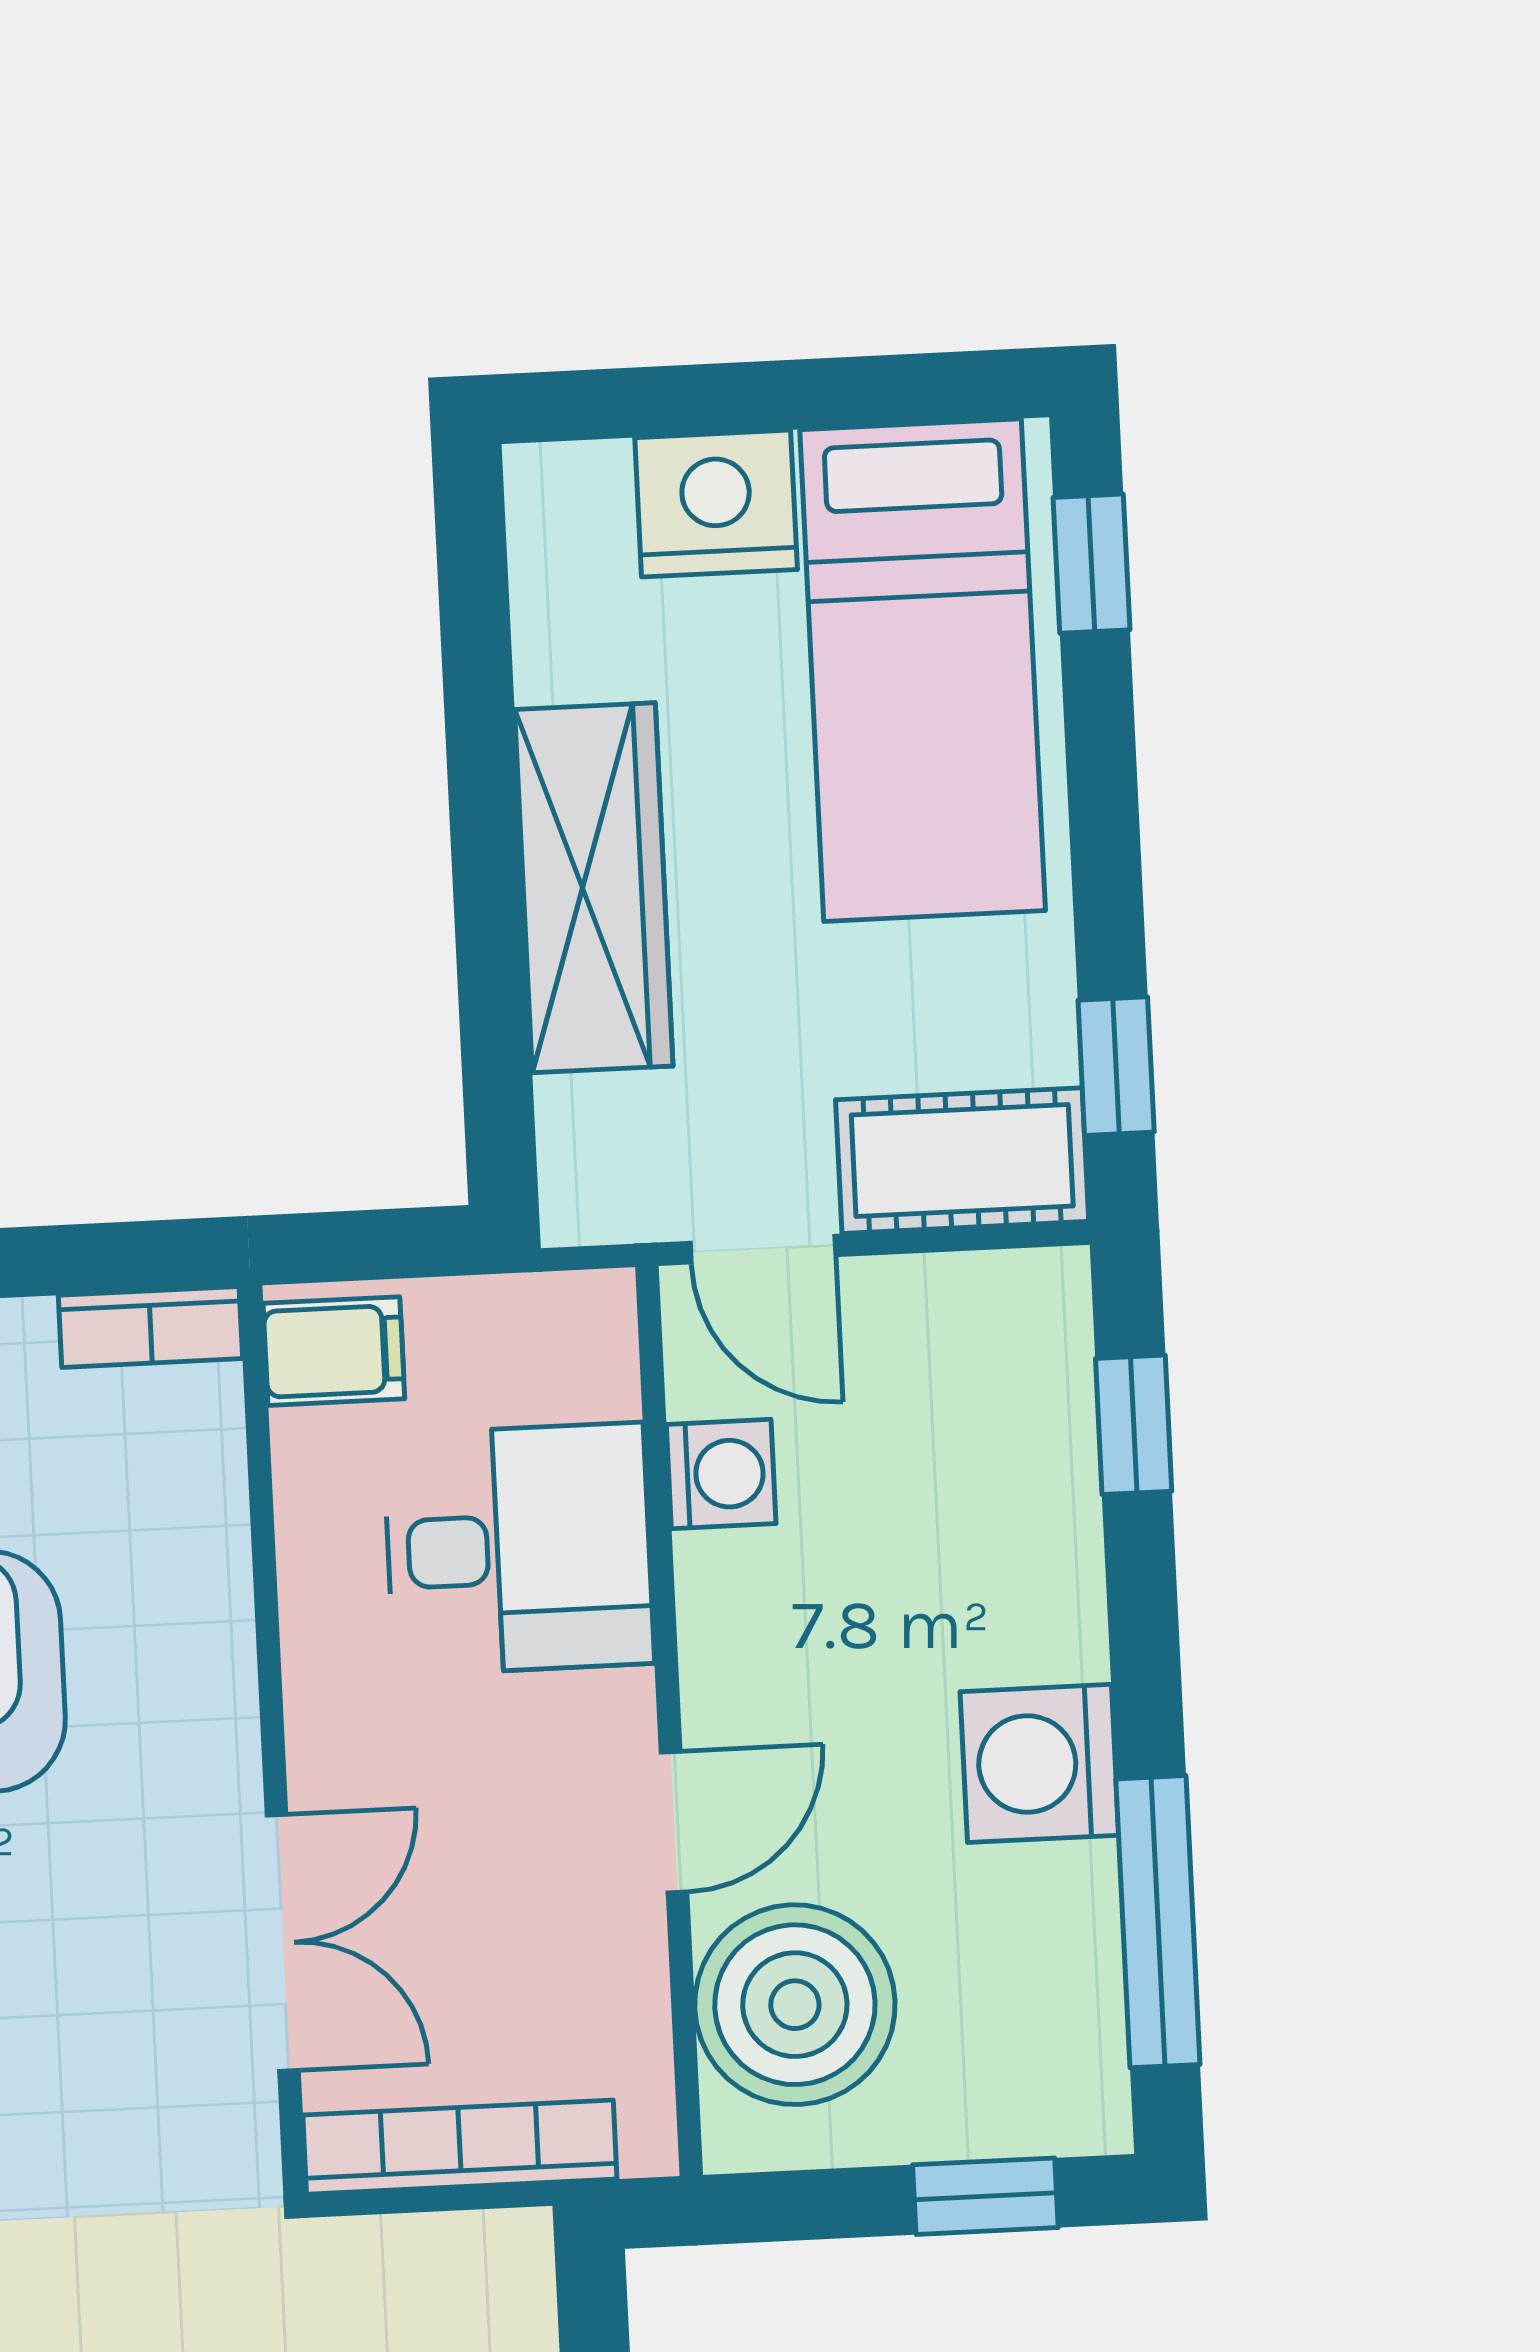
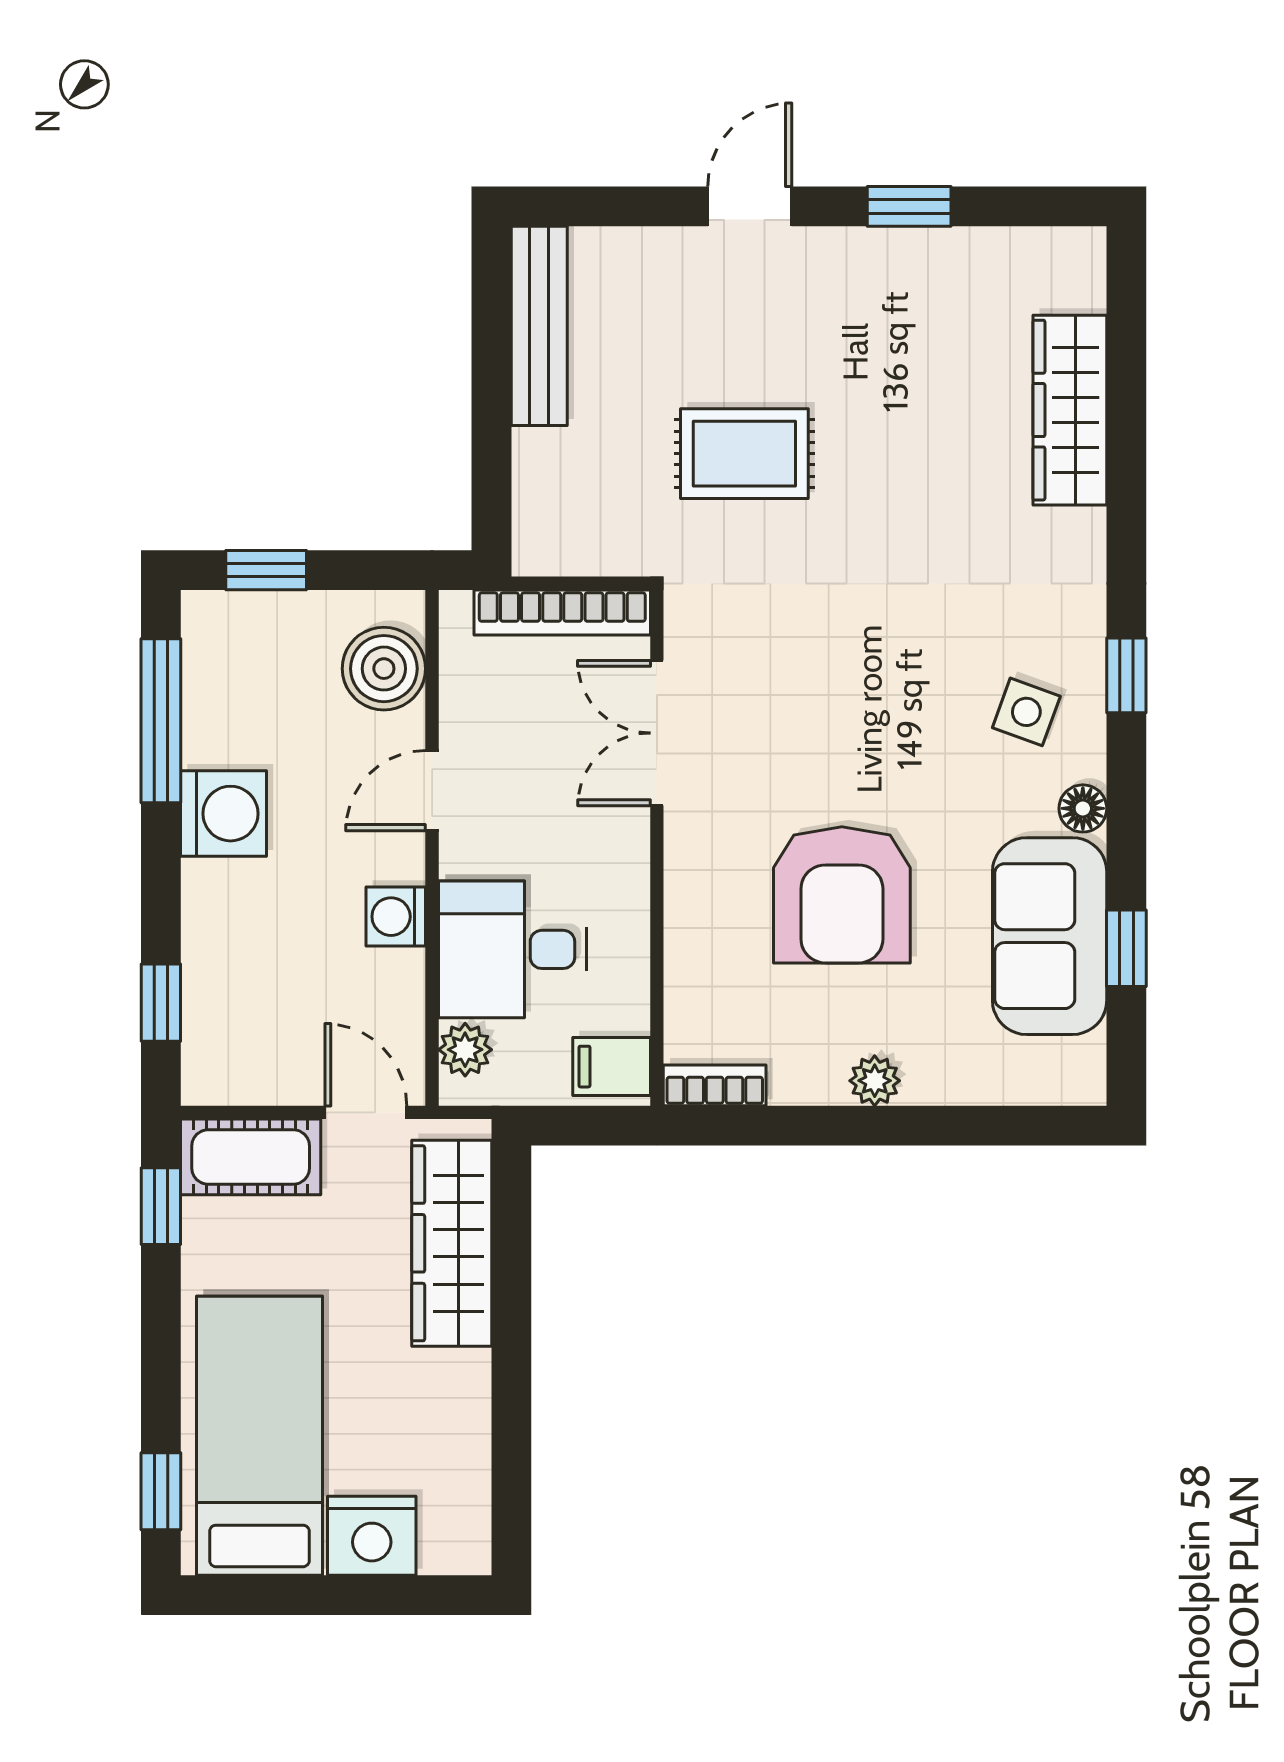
wardrobe: (594, 888) -> (452, 1243), moved
plant: (593, 1368) -> (465, 1050), added
washing machine: (721, 1474) -> (396, 917), moved
boiler: (795, 2005) -> (384, 669), width x0.73, depth x0.73

